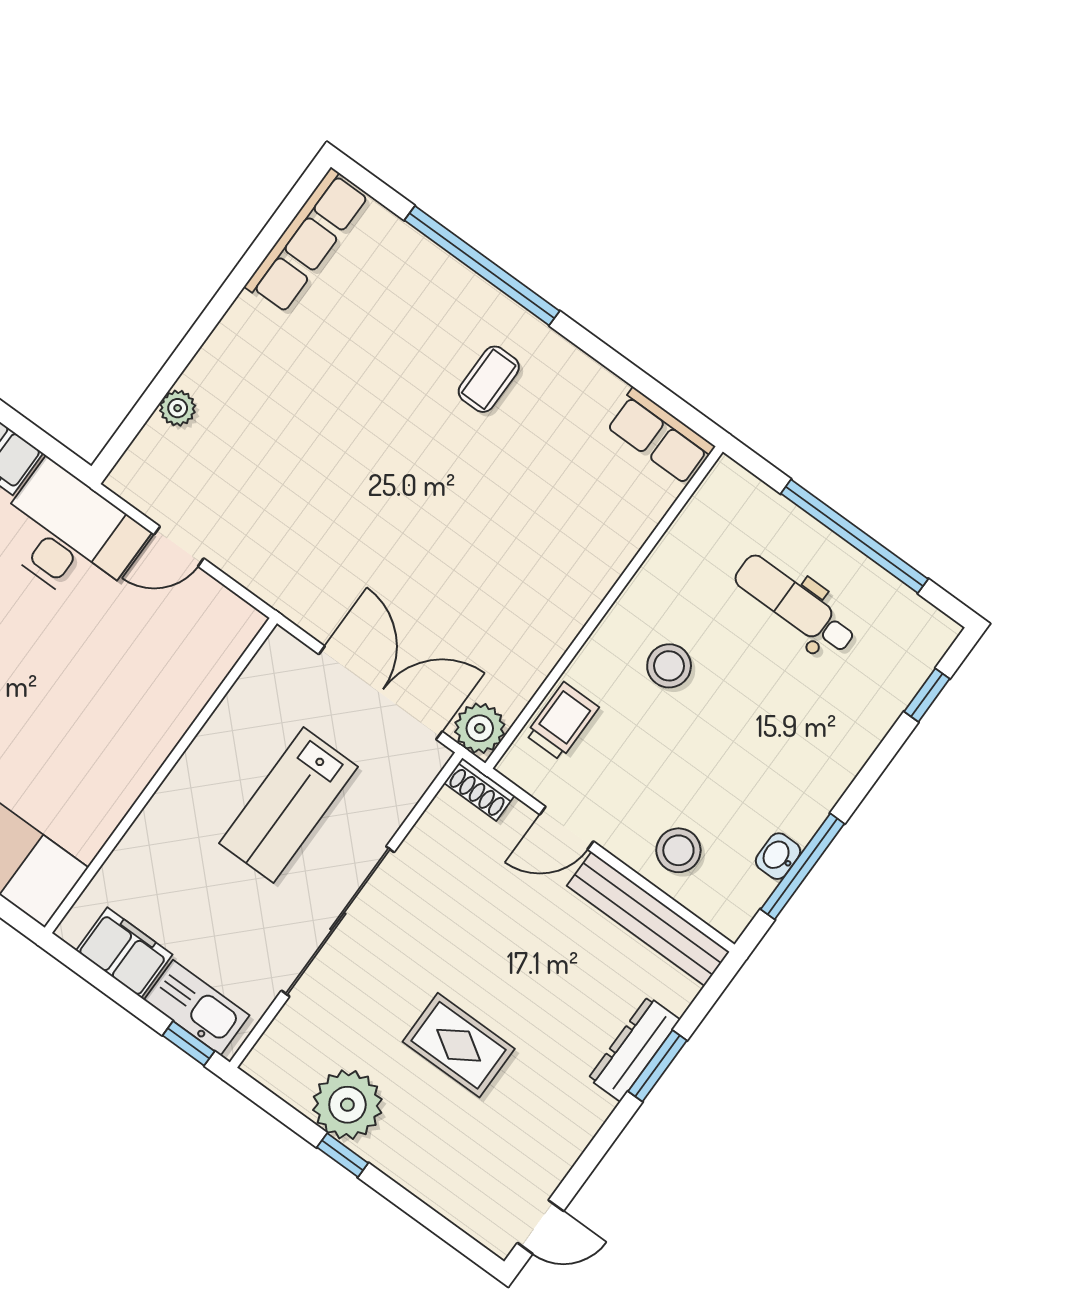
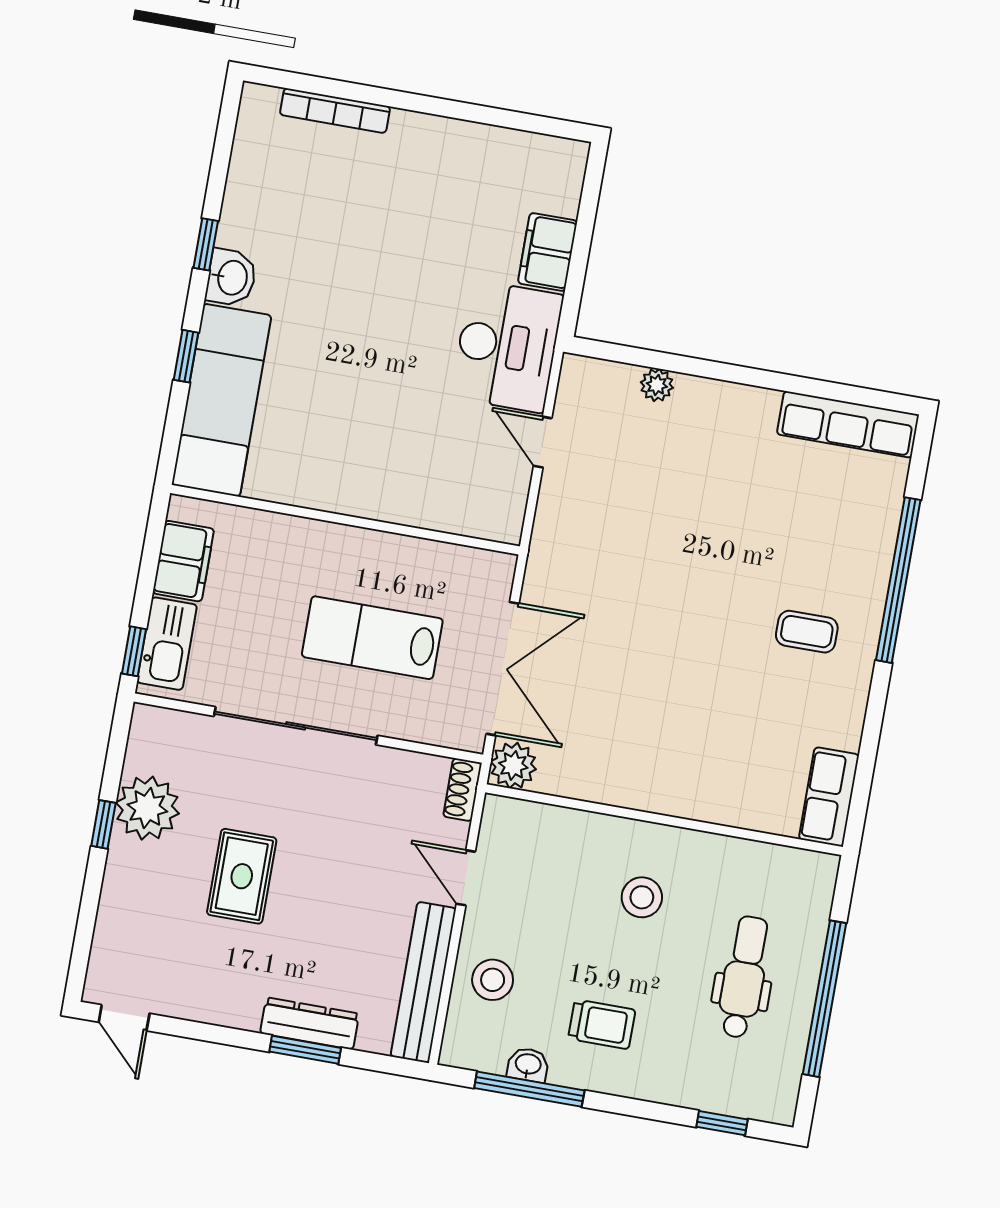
trolley: (562, 721) -> (602, 1024), moved

